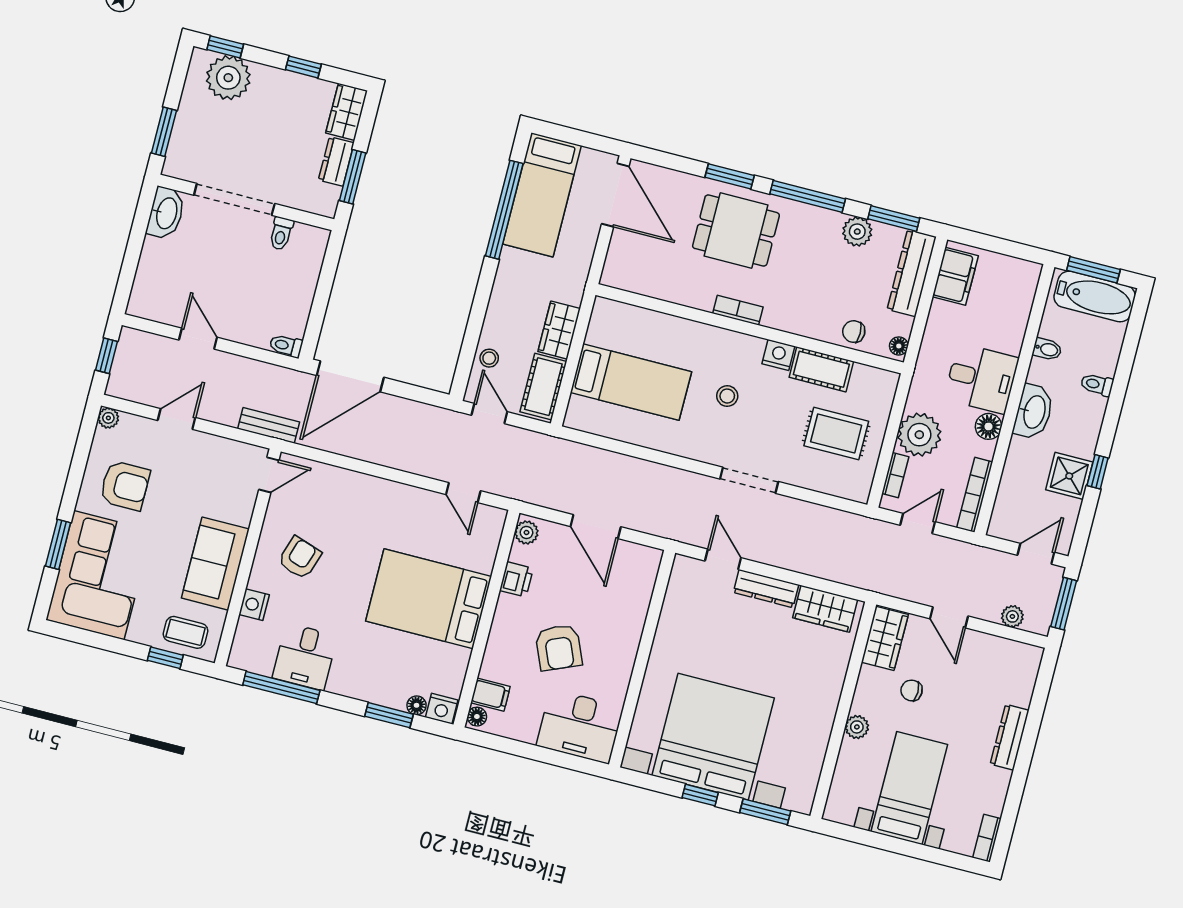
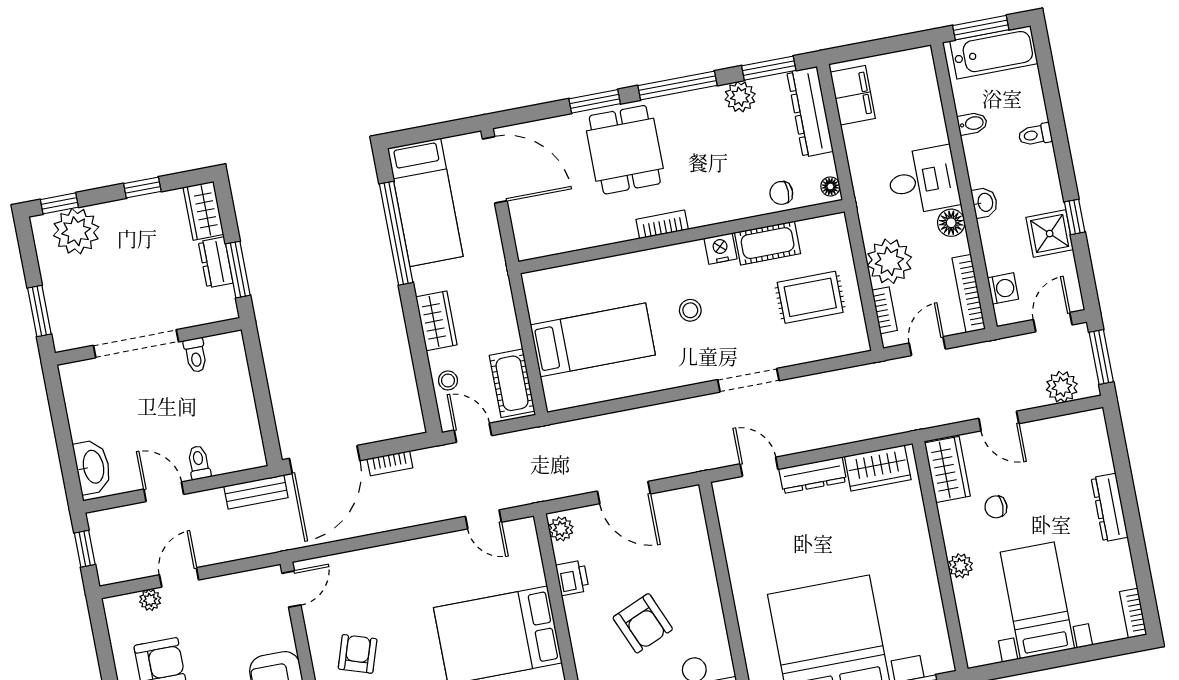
washbasin: (166, 213) -> (93, 467), moved
dining table: (736, 231) -> (625, 150), turned 90
wardrobe: (559, 330) -> (436, 321), moved, turned 180
toilet: (286, 346) -> (199, 463), moved, turned 90
bookcase: (405, 406) -> (390, 463), added
washbasin: (1034, 412) -> (985, 202), width x0.52, depth x0.69
plant: (108, 418) -> (150, 600), moved
bench: (269, 425) -> (256, 492), moved
washing machine: (1007, 504) -> (1003, 288), added
plant: (1012, 616) -> (1062, 387), width x1.38, depth x1.38

